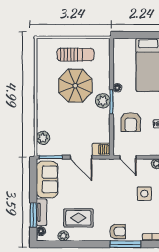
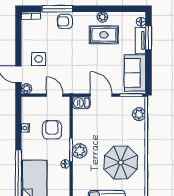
parasol: (75, 86) -> (121, 162), moved
plant: (63, 236) -> (102, 17), moved

